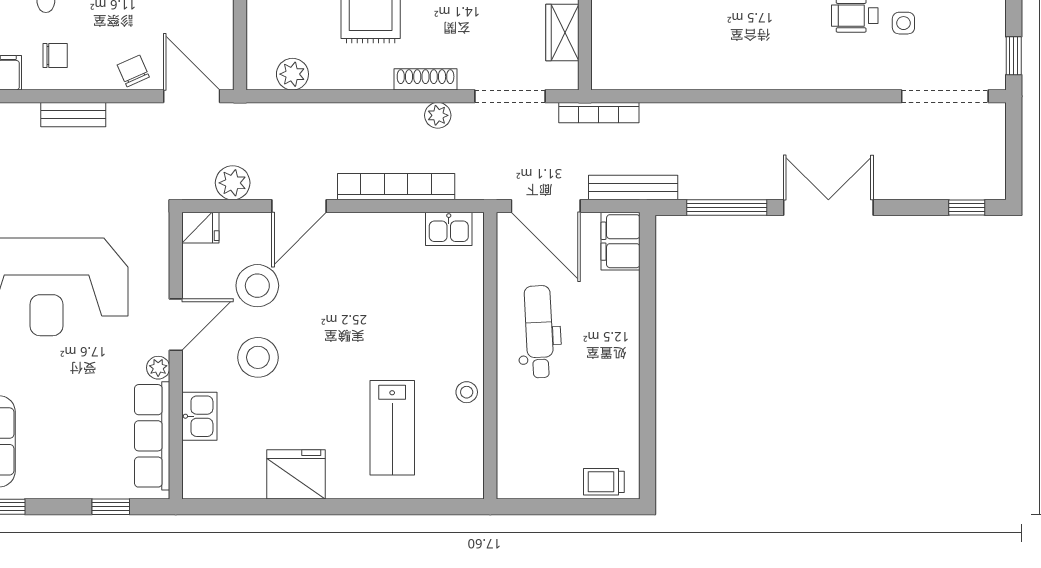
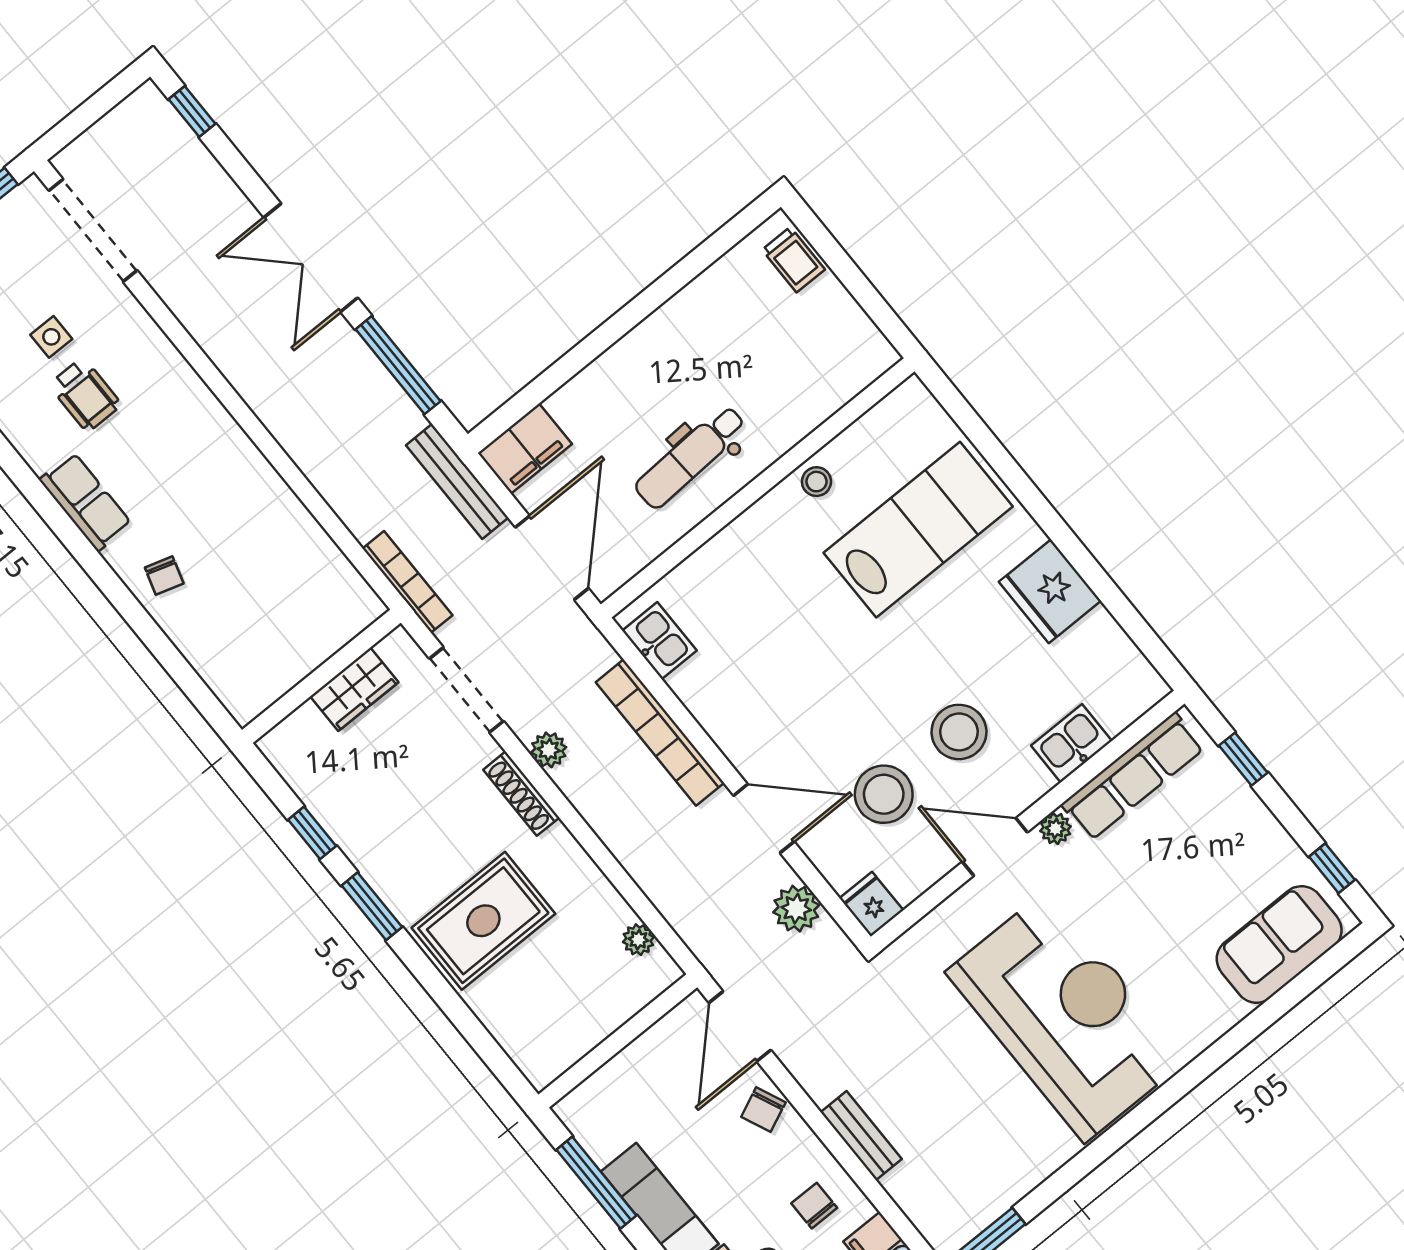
plant: (292, 74) -> (638, 940), width x0.73, depth x0.73
lab bench: (392, 428) -> (918, 530), width x1.36, depth x1.39

